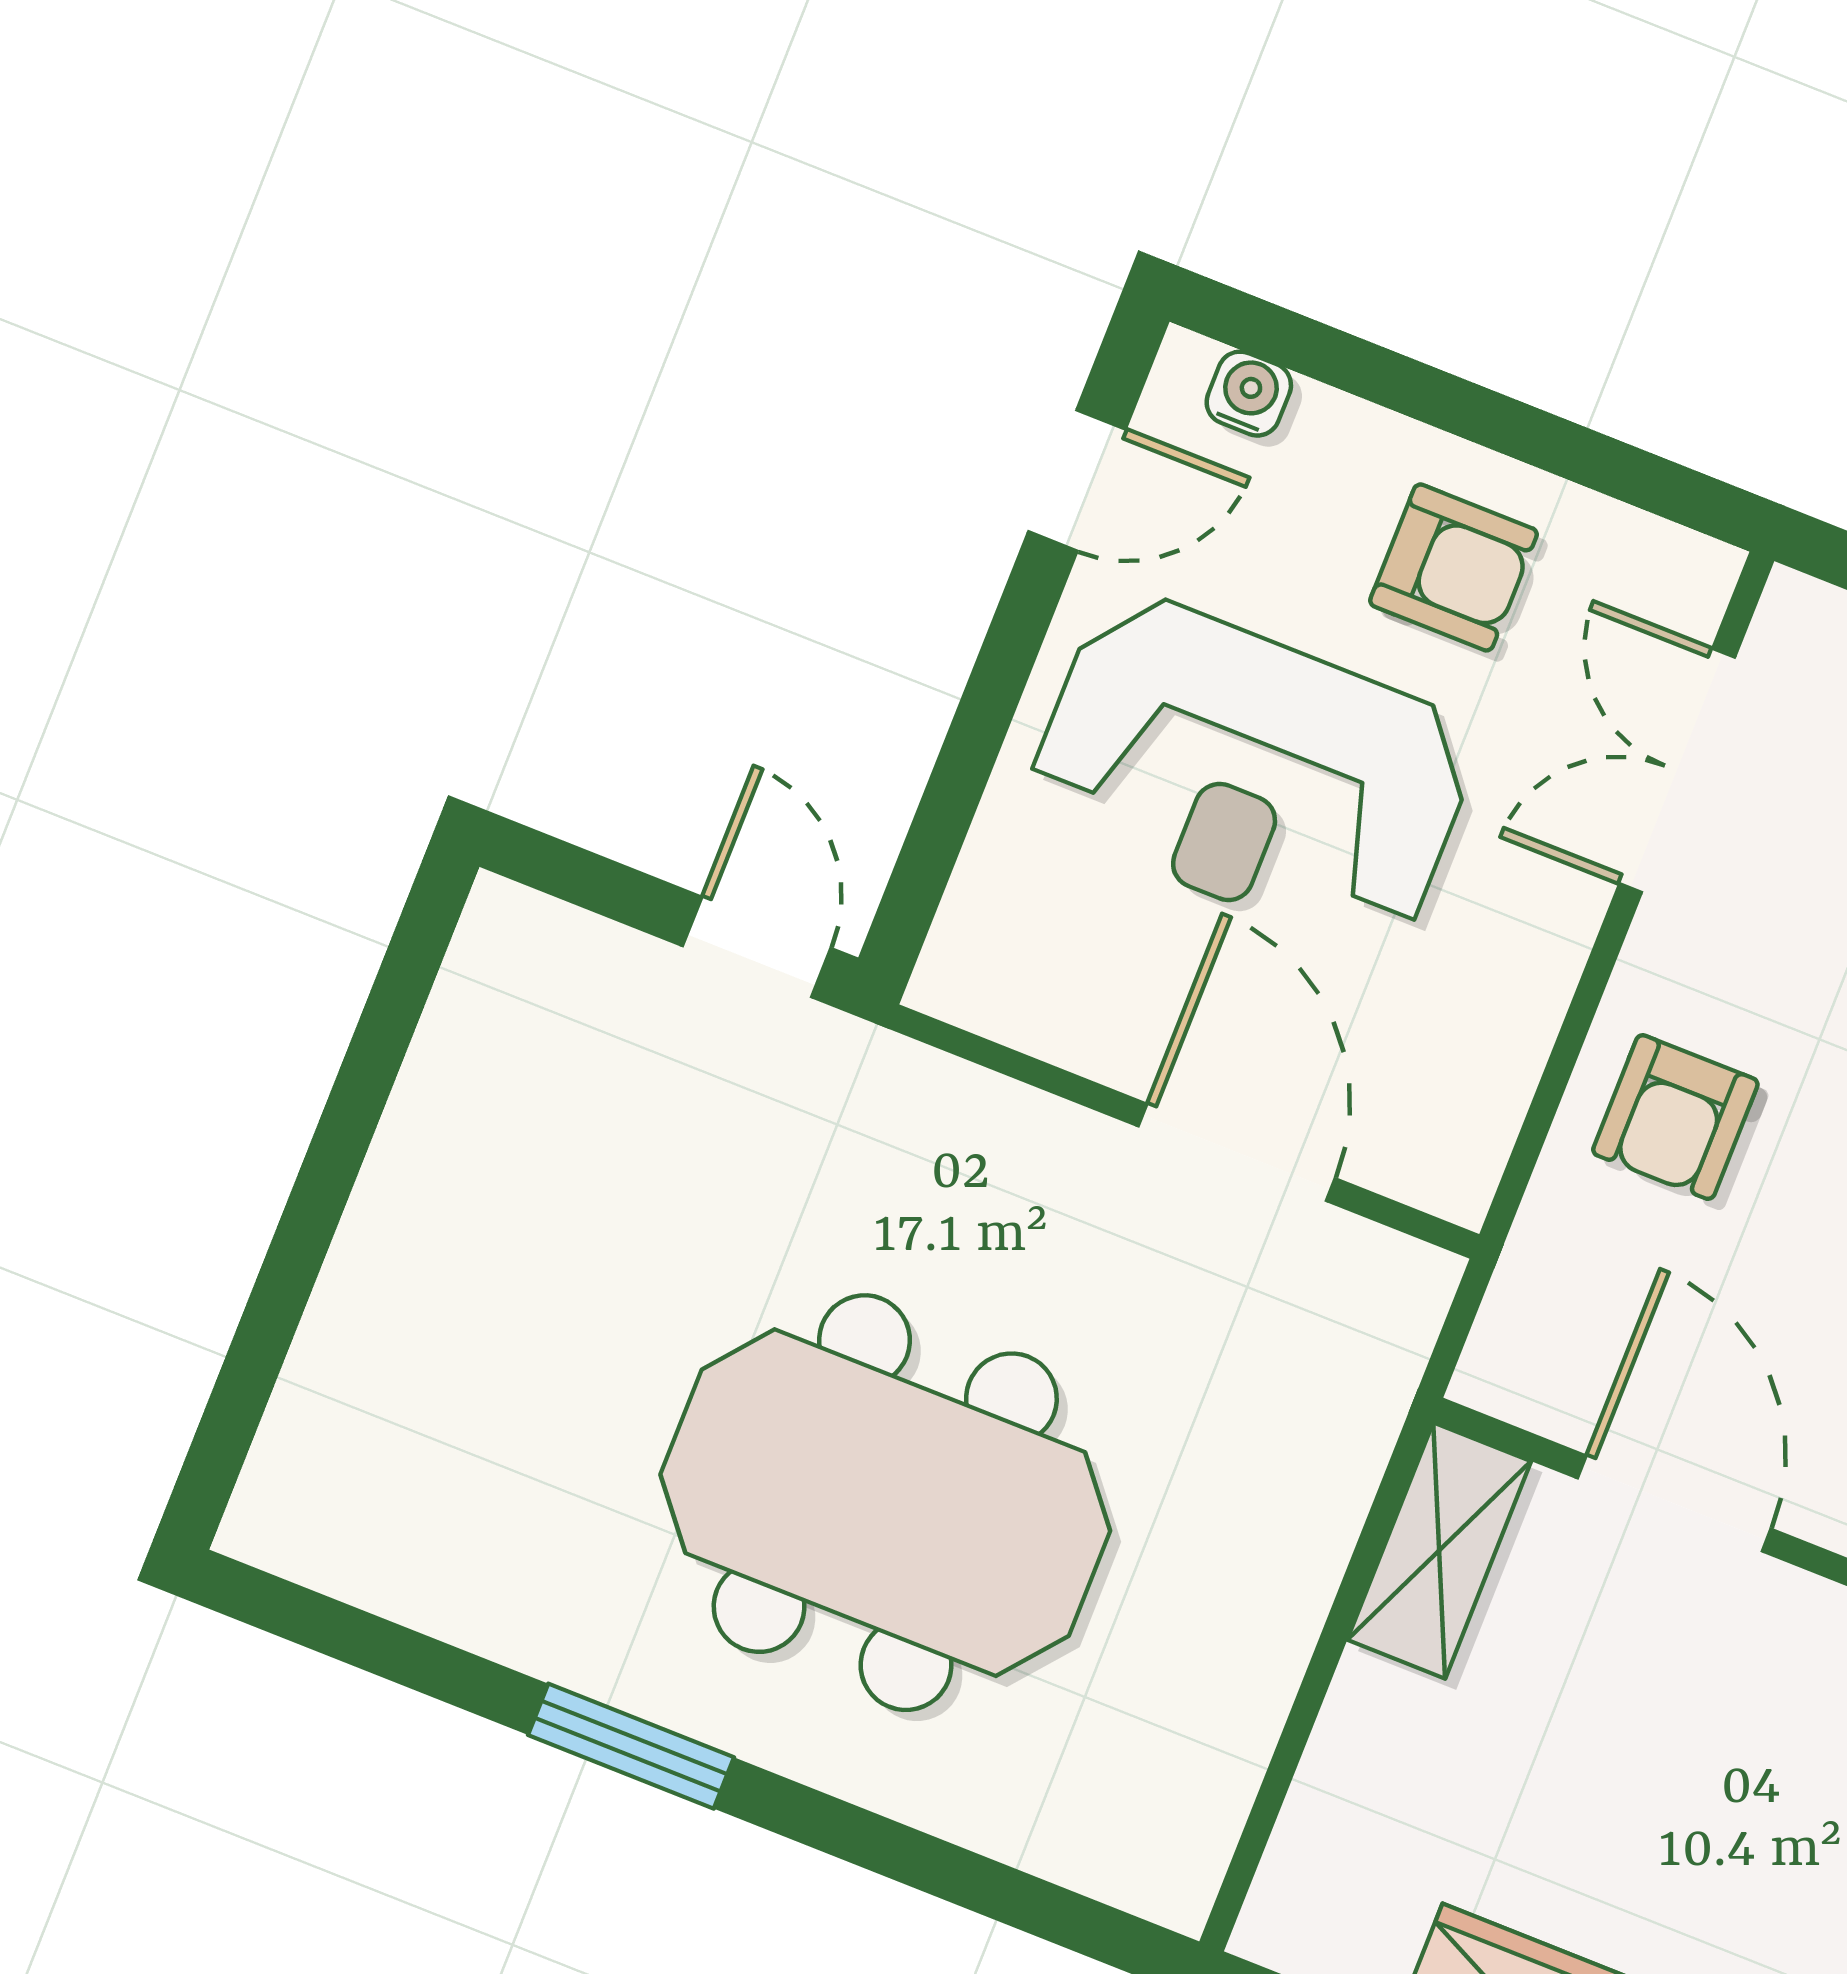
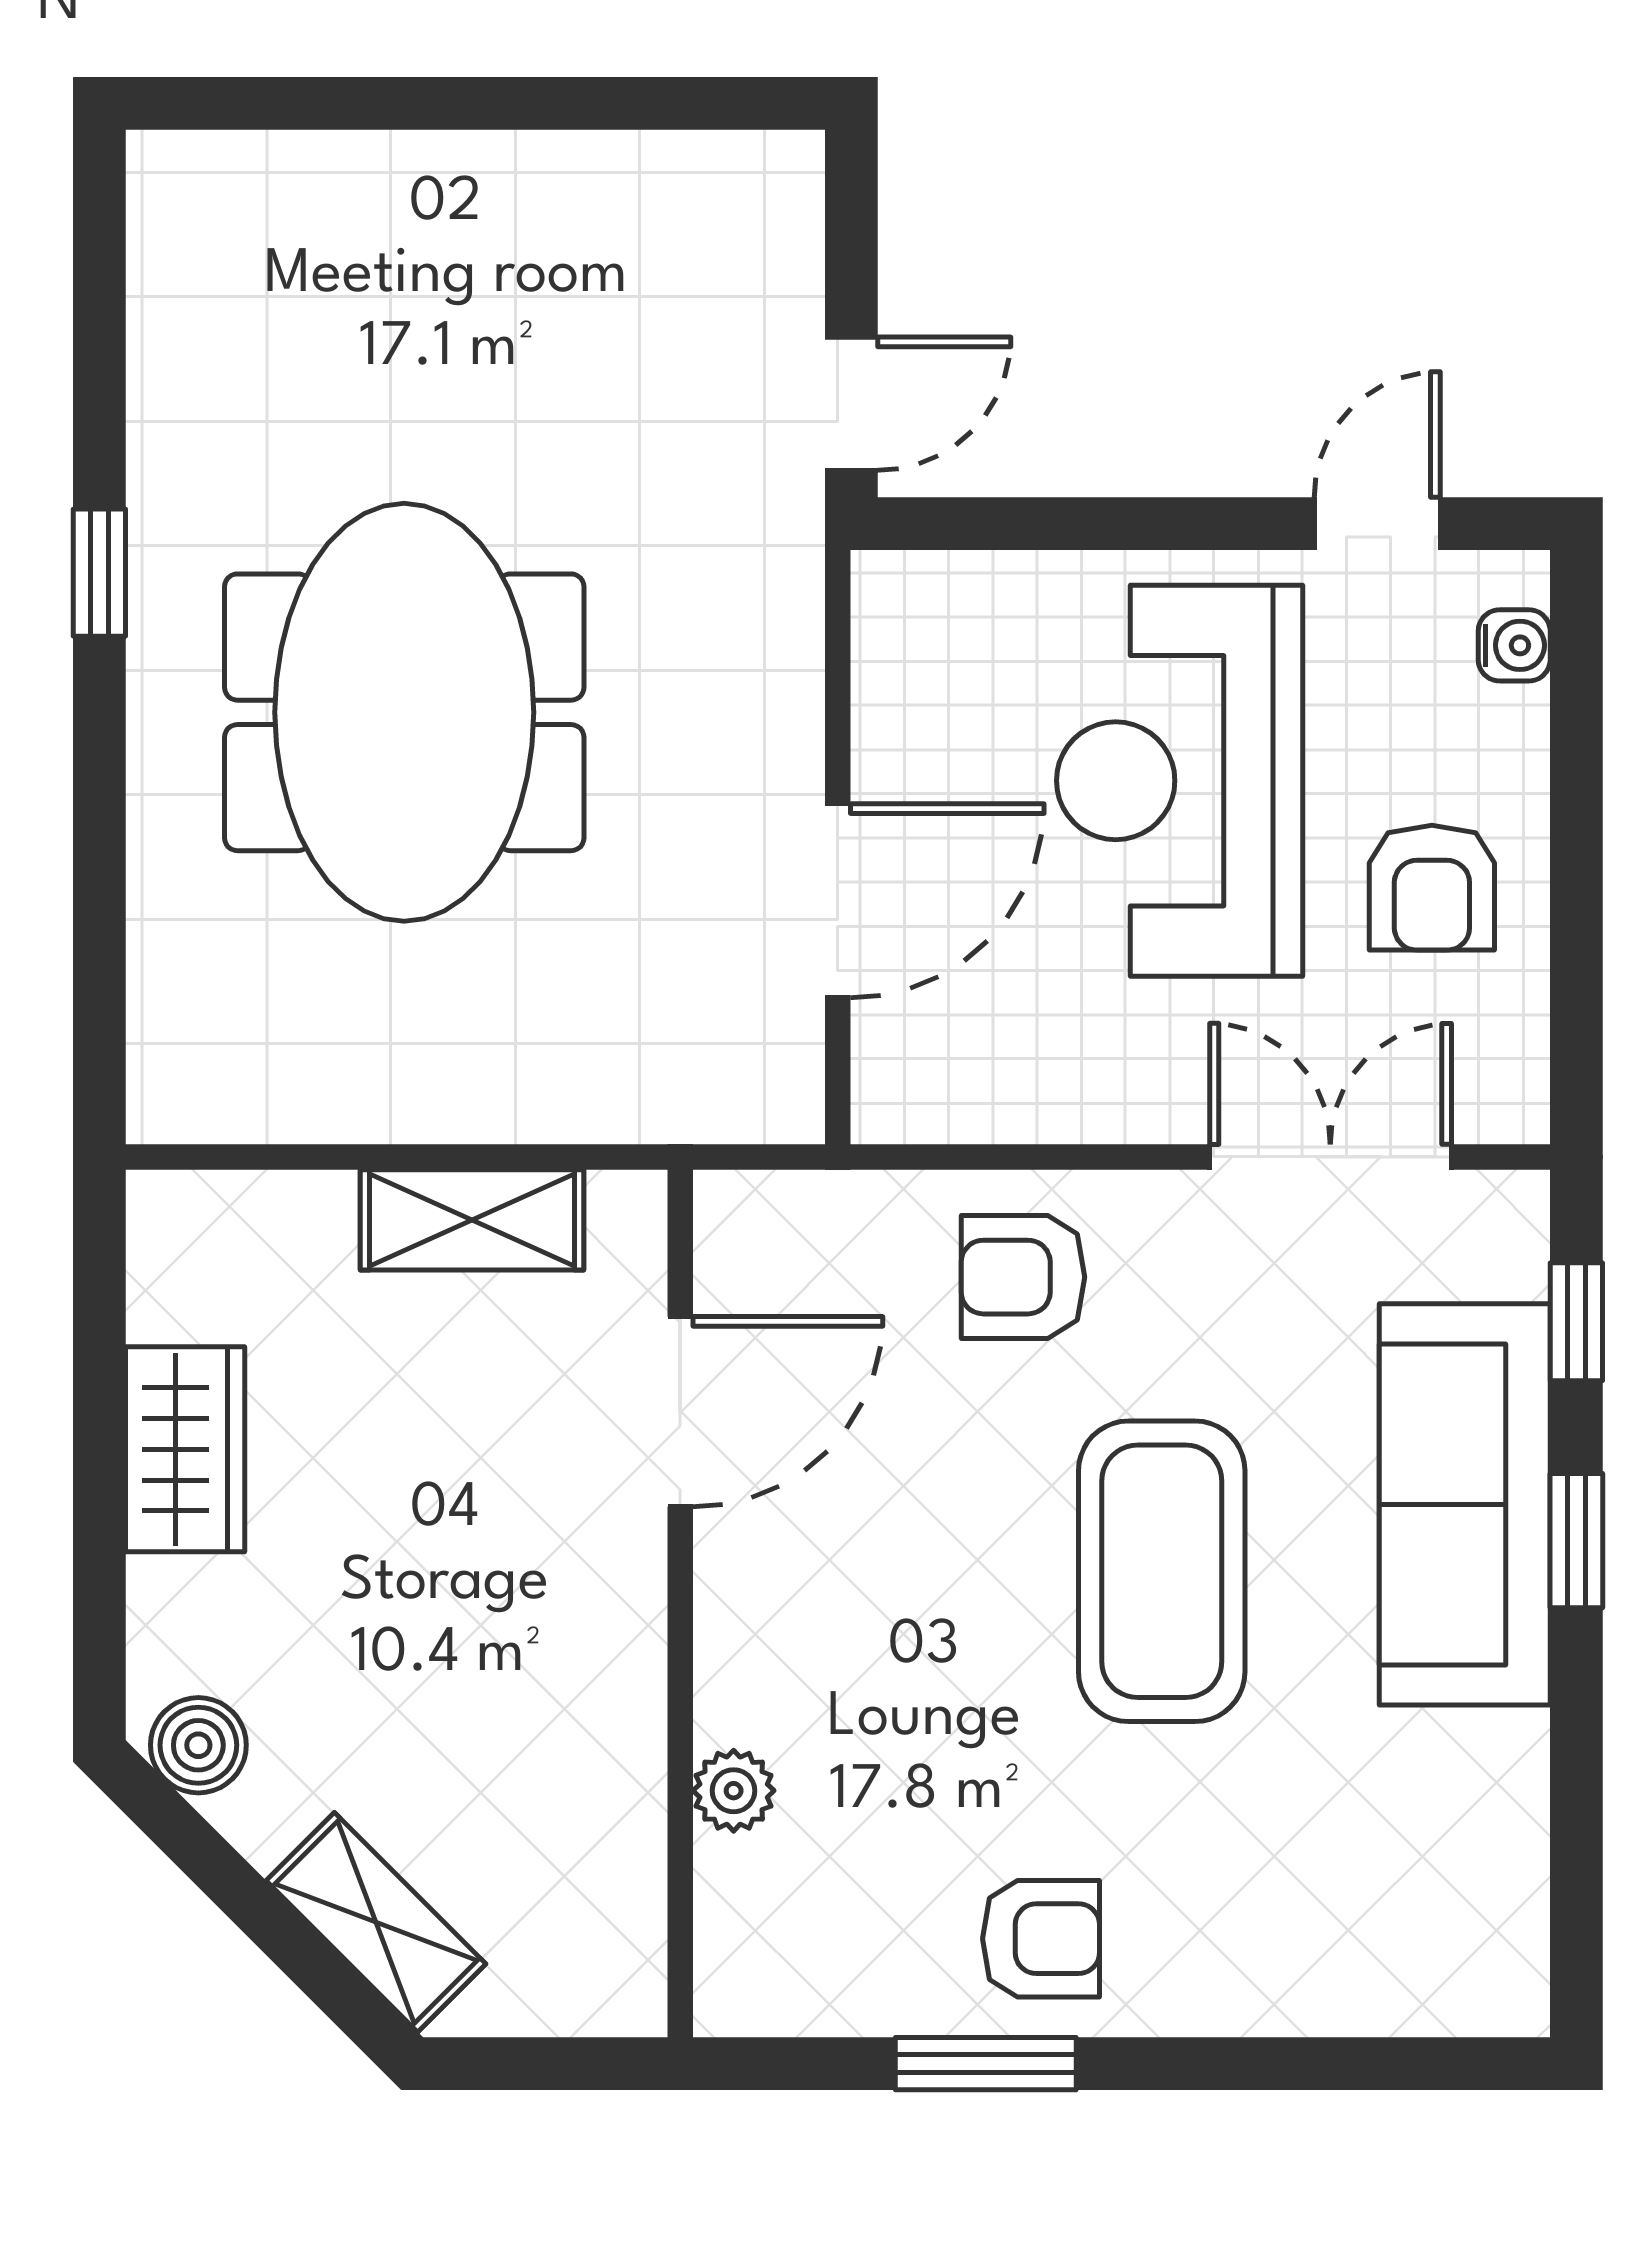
door: (1077, 480) -> (1377, 524), swing flipped
shelving: (1439, 1551) -> (472, 1220), moved
window: (631, 1746) -> (99, 573), width x0.67

